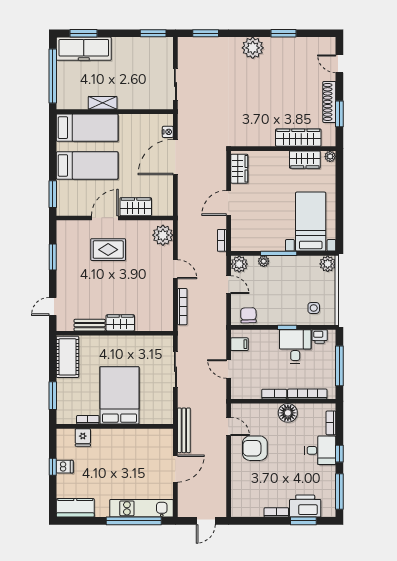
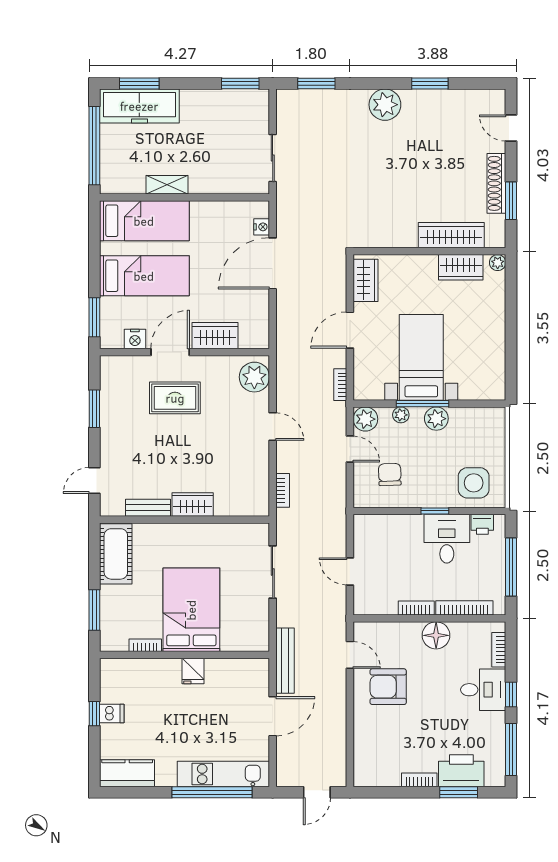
nightstand: (81, 209) -> (135, 339), added
bed with nightstands: (311, 222) -> (421, 357), moved
plant: (328, 264) -> (436, 419), moved
bookcase: (182, 307) -> (283, 490), width x0.64
side table: (314, 308) -> (474, 483), width x1.87, depth x1.87
chair: (248, 315) -> (390, 474), moved
filing cabinet: (239, 344) -> (366, 535), removed
fridge: (83, 437) -> (193, 671), moved

